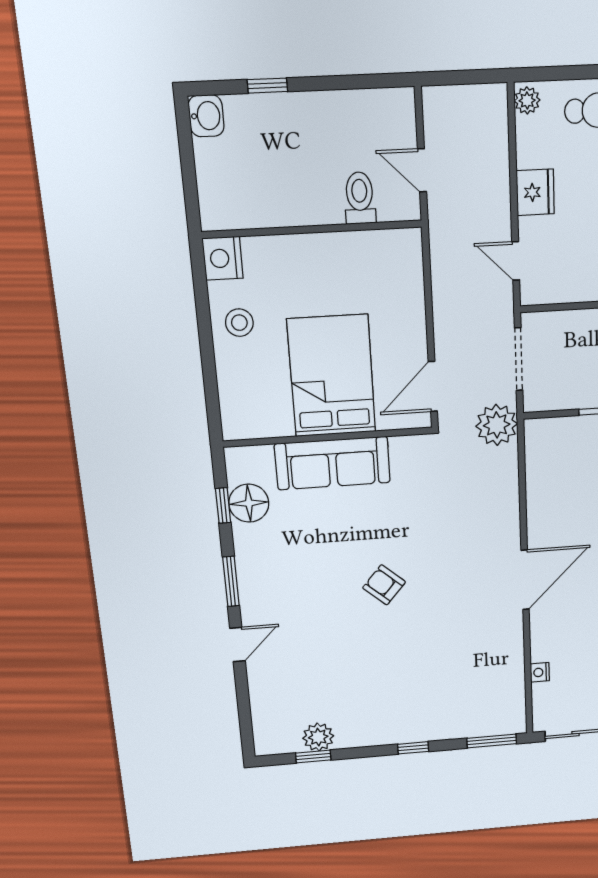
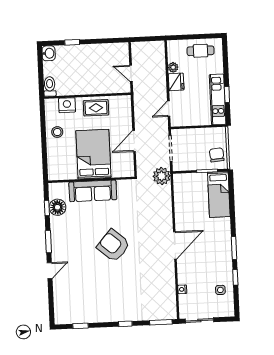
plant: (527, 100) -> (173, 67), moved
toilet: (360, 198) -> (50, 86), moved
nightstand: (223, 258) -> (67, 105), moved, turned 90
rug: (335, 260) -> (96, 108), added
door: (516, 261) -> (169, 109), hinge flipped
door: (433, 386) -> (134, 141), moved
armchair: (384, 585) -> (113, 245), width x1.88, depth x1.88
plant: (318, 737) -> (83, 316), removed

